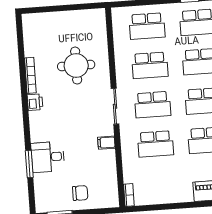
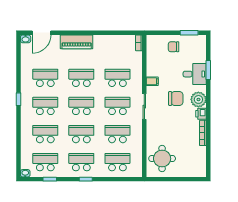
round table: (76, 66) -> (162, 159), moved
chair: (72, 121) -> (176, 99), added
plant: (40, 122) -> (198, 99), added

